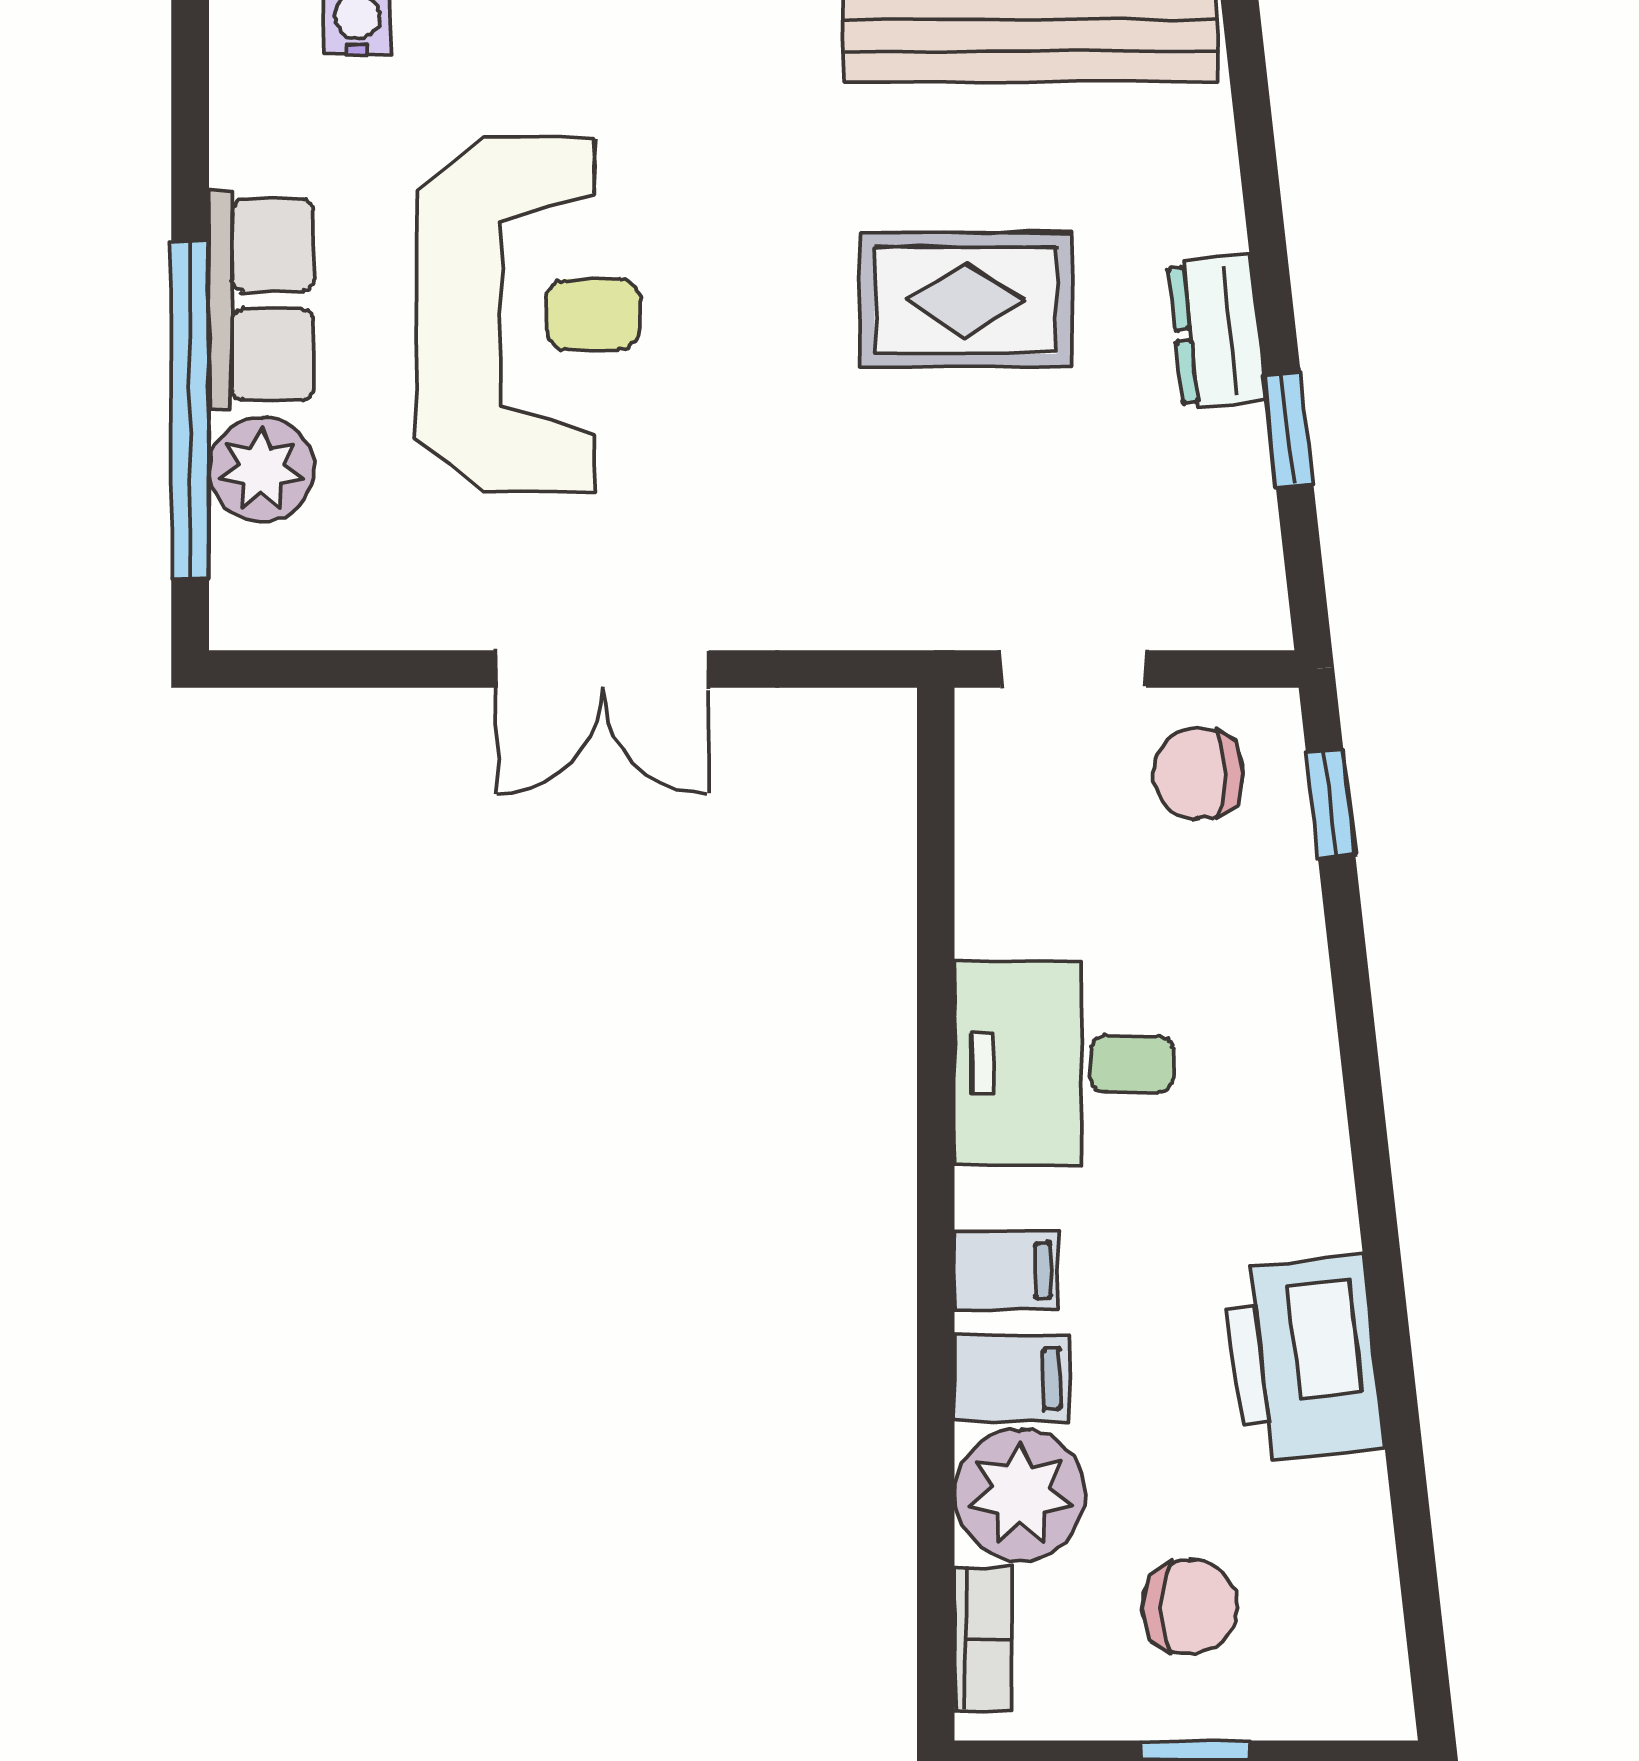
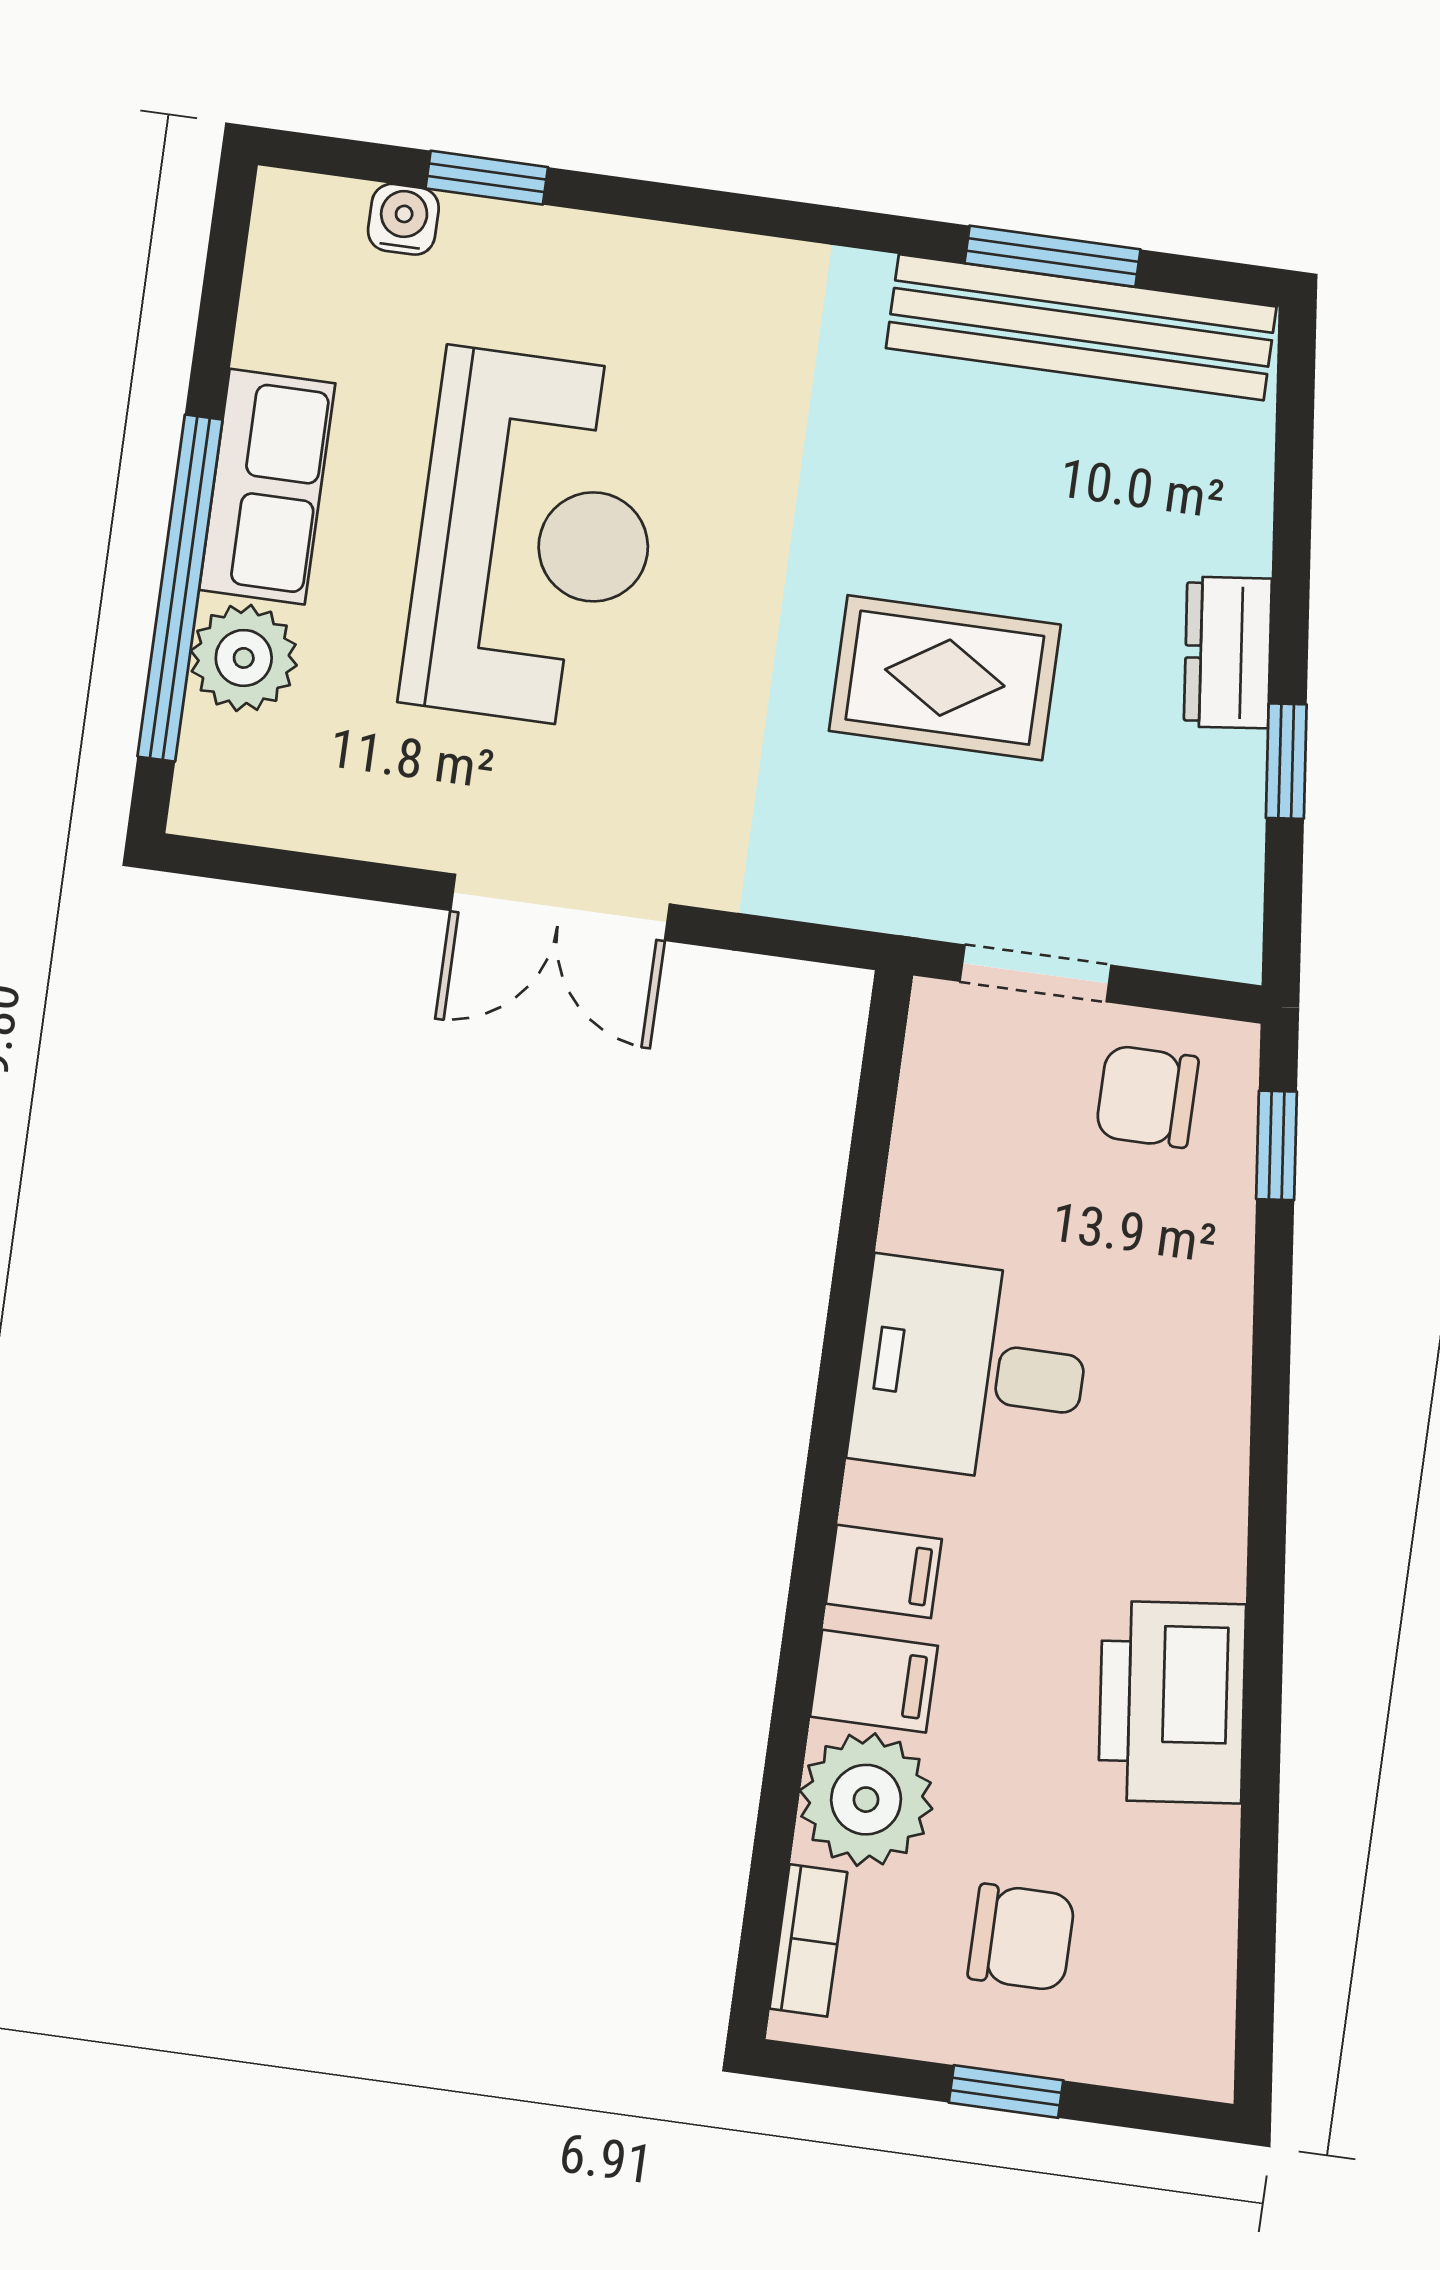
rug: (965, 300) -> (945, 678), moved

